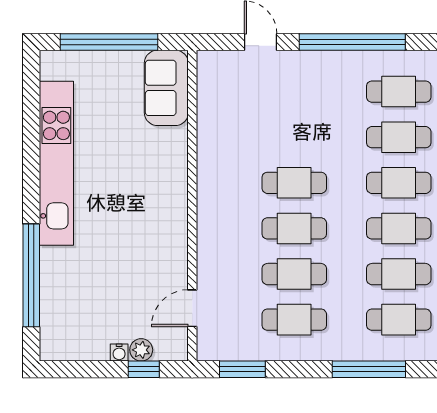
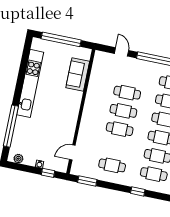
sofa: (166, 88) -> (78, 75), moved
cafe table: (294, 274) -> (127, 93), moved
plant: (141, 350) -> (18, 159), moved
window: (369, 369) -> (138, 191), width x0.46

